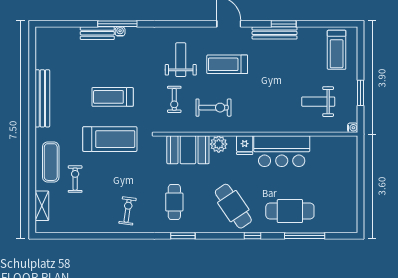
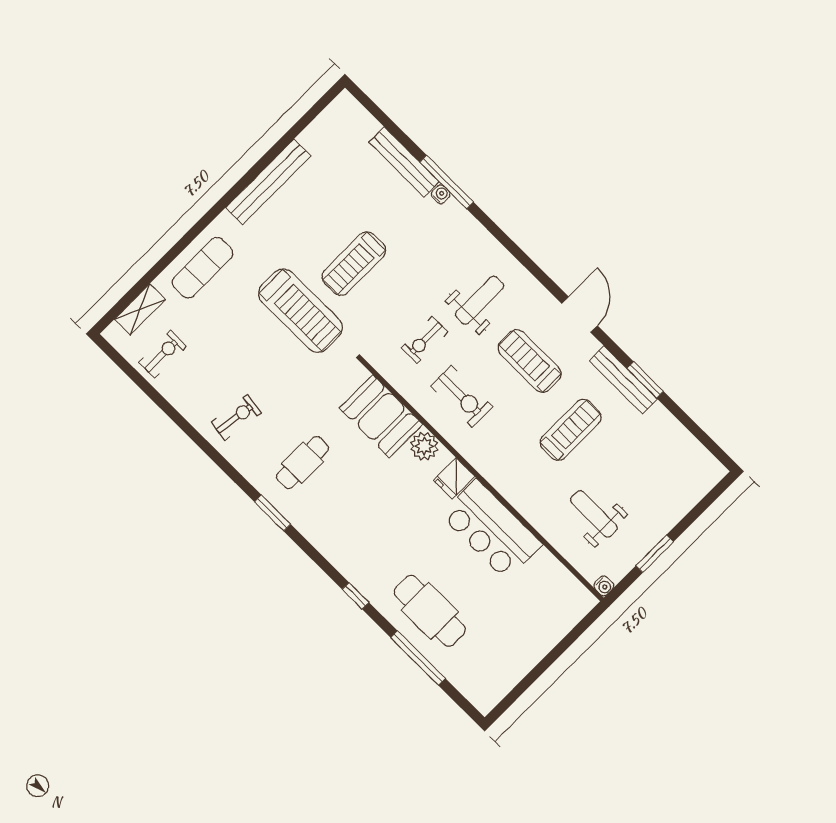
bench: (97, 33) -> (404, 162), width x1.36
treadmill: (337, 50) -> (571, 430), moved, turned 180
treadmill: (113, 97) -> (354, 264), turned -90
exercise bike: (75, 179) -> (163, 354), moved
cafe table: (233, 206) -> (368, 538), removed

